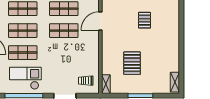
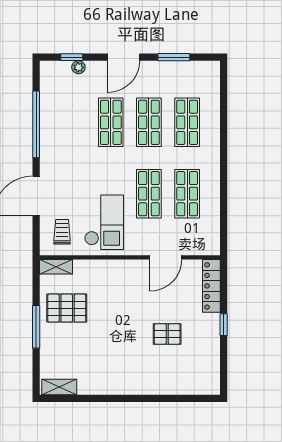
door: (100, 21) -> (166, 257), swing flipped
pallet: (132, 63) -> (67, 308), moved
checkout: (25, 78) -> (104, 222), moved

